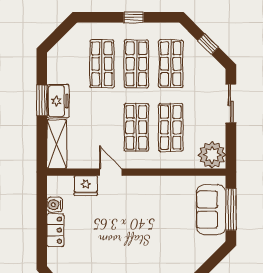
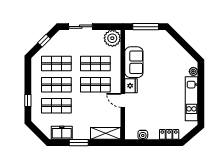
window: (134, 17) -> (28, 101), moved
freezer: (58, 101) -> (62, 133), moved
door: (111, 172) -> (123, 100), hinge flipped
fridge: (86, 186) -> (131, 86), moved
sofa: (211, 210) -> (134, 62), moved, turned -90
locker: (55, 230) -> (169, 134), moved

